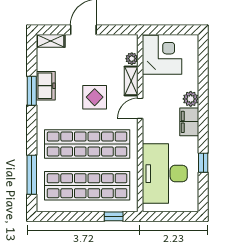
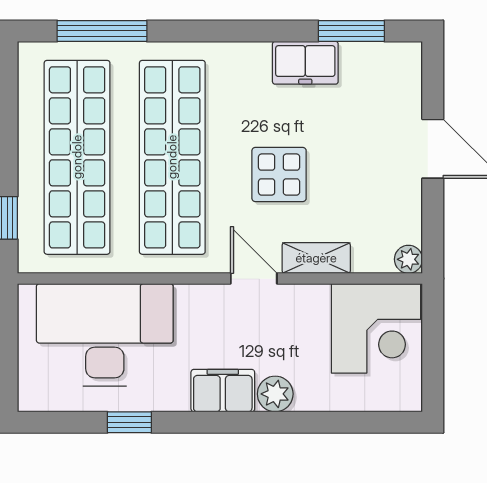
shelving: (51, 41) -> (408, 74), removed
plant: (132, 59) -> (408, 259), moved
window: (32, 91) -> (351, 31), moved

